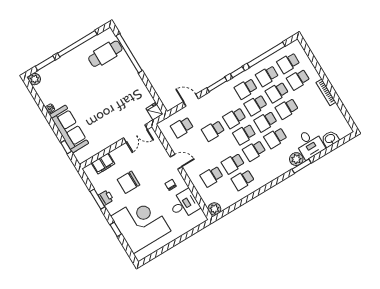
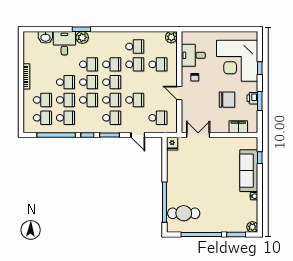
school desk: (246, 89) -> (112, 118), moved

